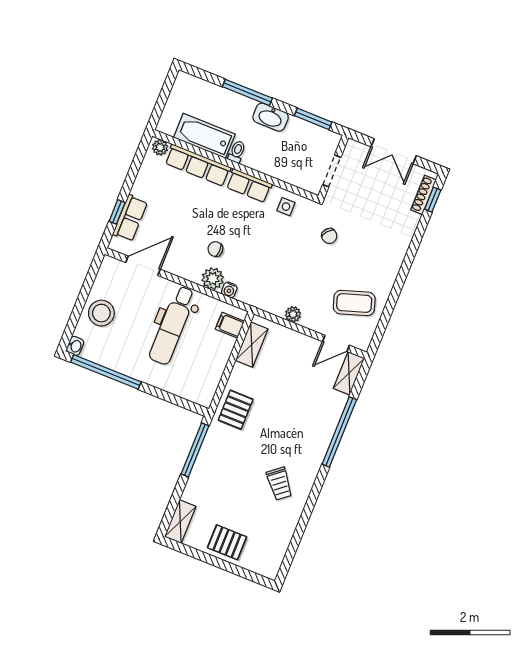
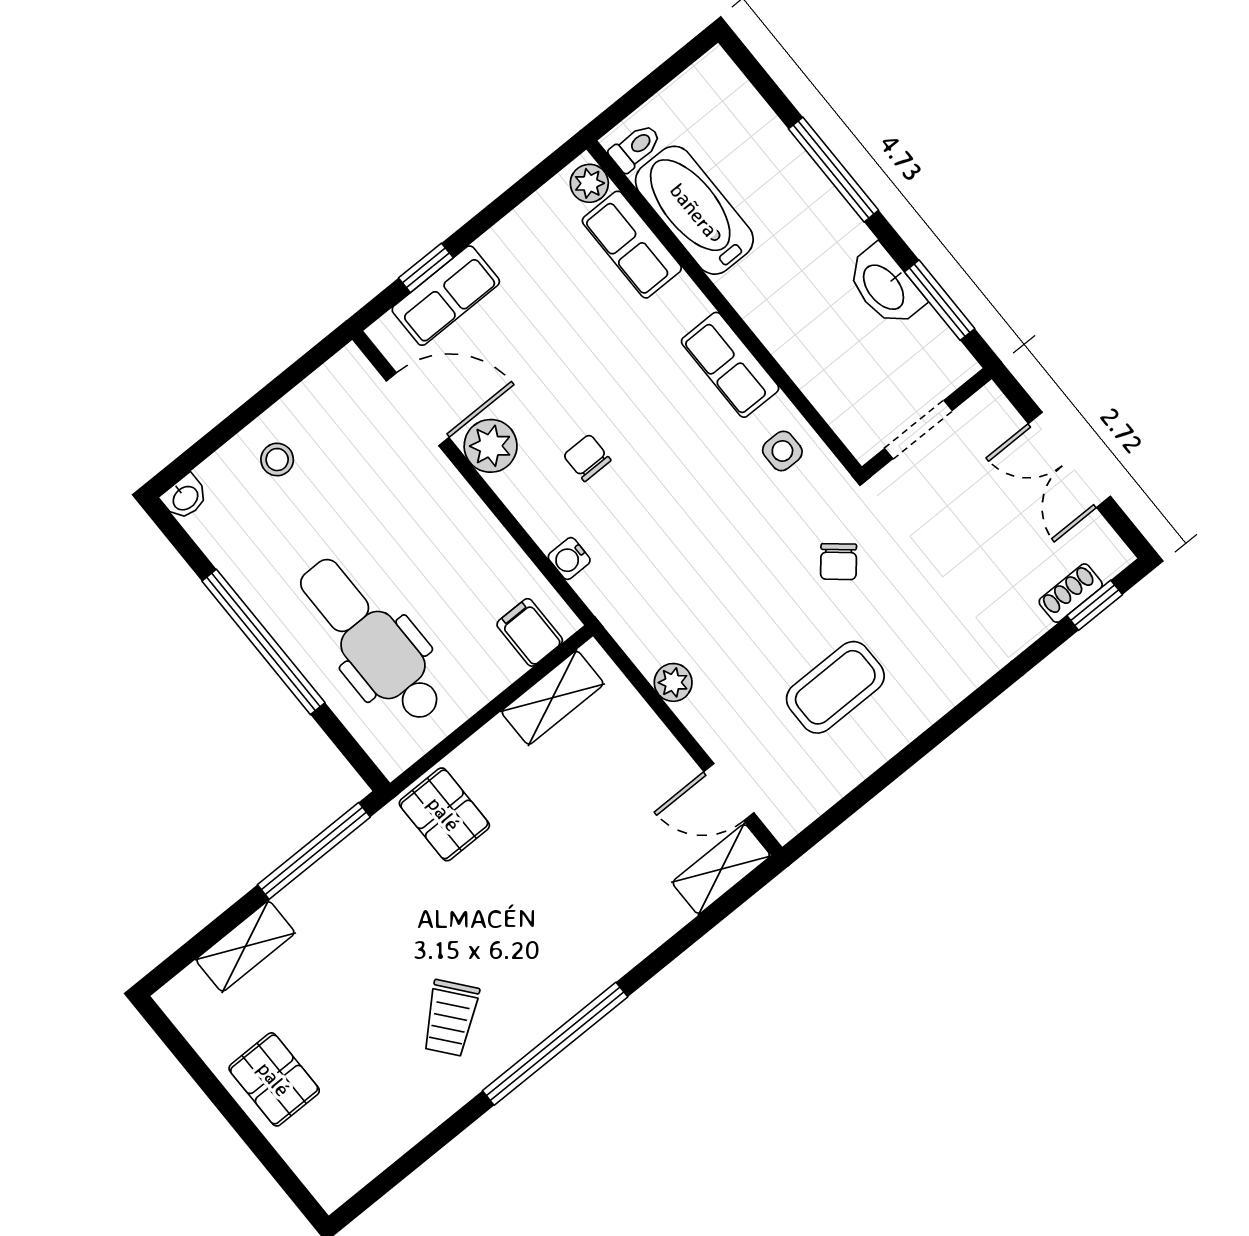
washbasin: (271, 117) -> (885, 286), moved
toilet: (237, 152) -> (635, 148), moved
row of seats: (198, 165) -> (632, 245), width x0.68
shoe rack: (423, 195) -> (1071, 593), width x0.70
plant: (213, 279) -> (491, 446), moved
coffee table: (354, 303) -> (835, 687), moved, turned -72
stool: (101, 313) -> (277, 460), width x0.53, depth x0.53
dental chair: (172, 325) -> (371, 640), moved, turned 90
window: (106, 372) -> (263, 642), moved
pallet: (236, 410) -> (444, 814), turned 90
window: (339, 432) -> (555, 1044), moved
shelving: (180, 522) -> (245, 946), moved

